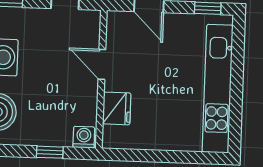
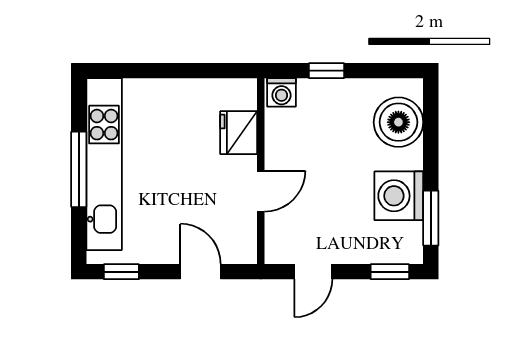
door: (102, 64) -> (261, 191), hinge flipped
window: (237, 86) -> (79, 169), added

